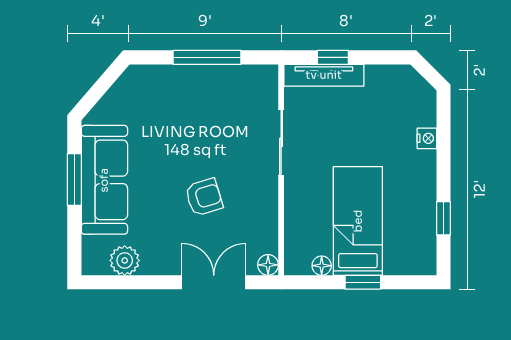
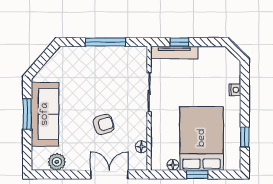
bed: (358, 221) -> (202, 138), width x1.50
floor lamp: (268, 265) -> (141, 147), moved

